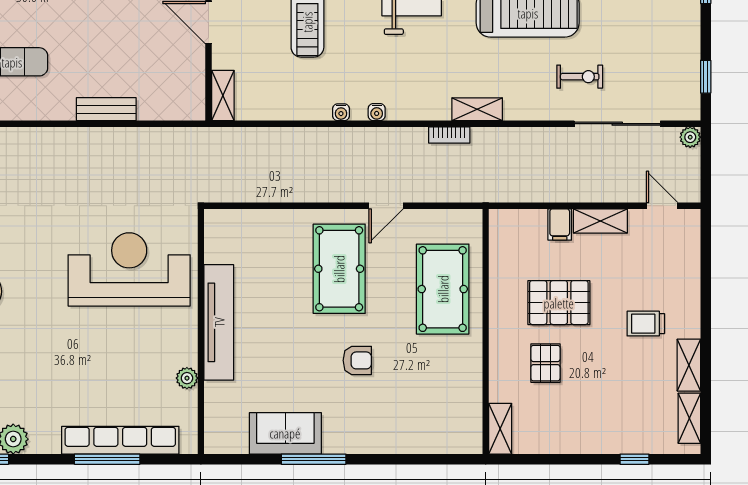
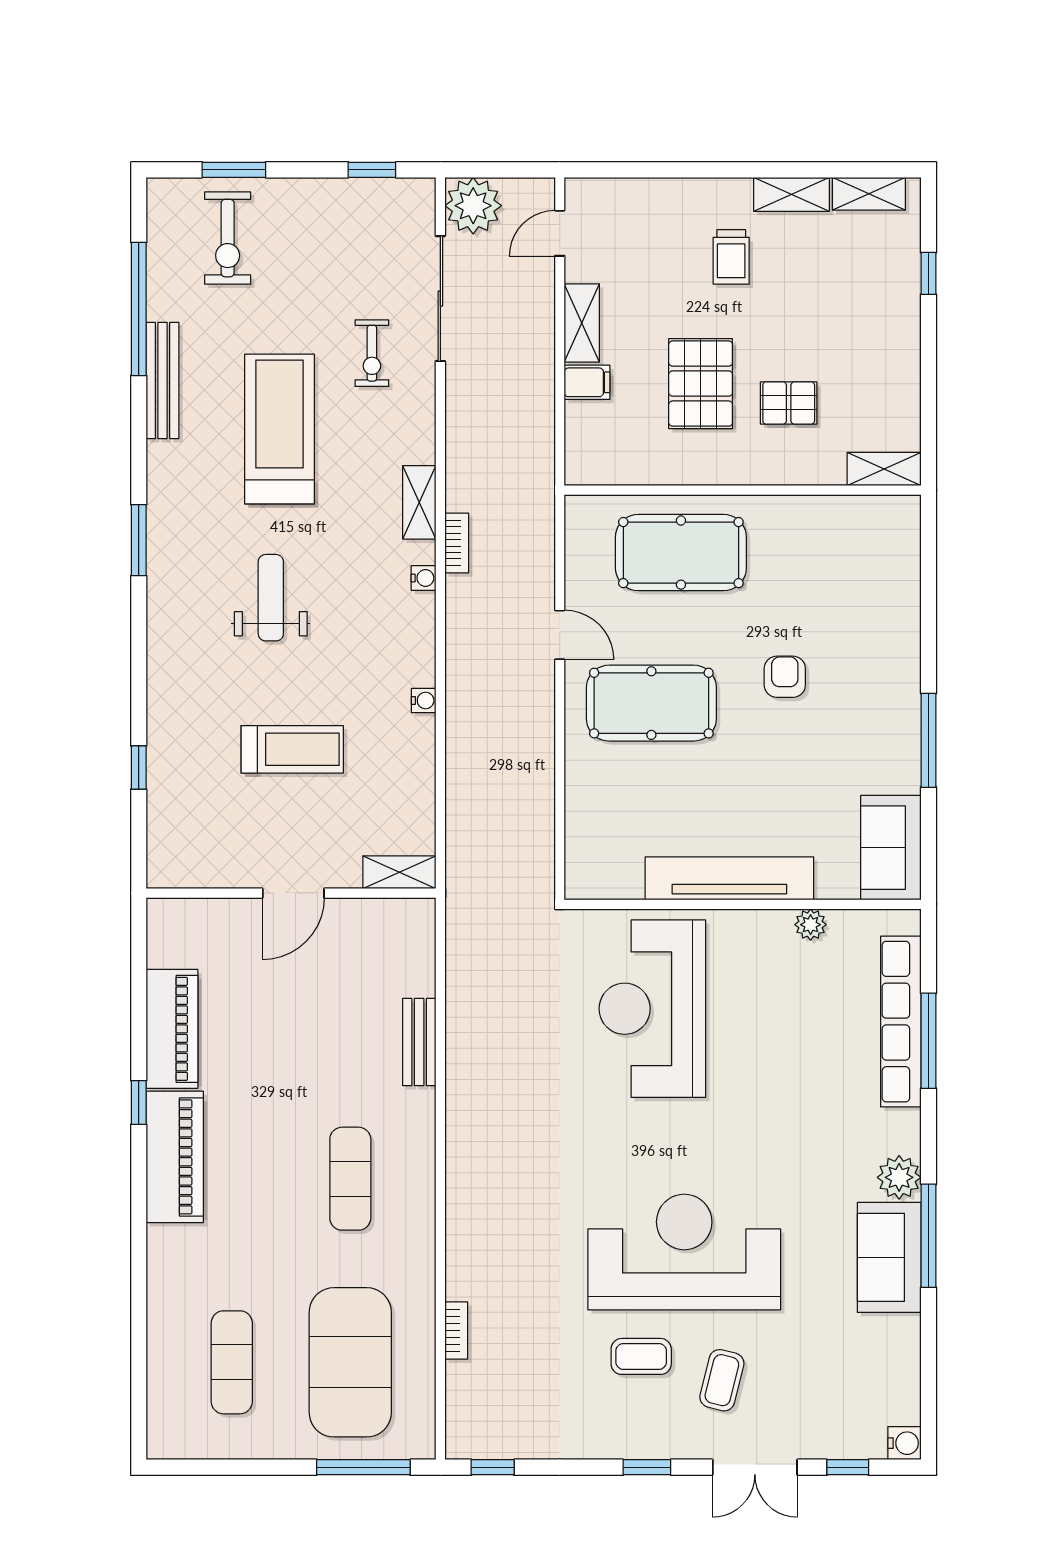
exercise bike: (580, 77) -> (372, 353), turned 180
water cooler: (377, 112) -> (423, 578), moved
plant: (690, 137) -> (473, 206), width x1.88, depth x1.88
sofa: (285, 433) -> (891, 848), moved

